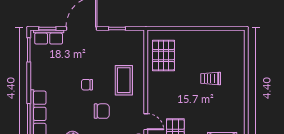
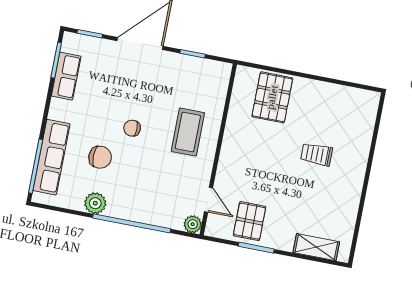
row of seats: (49, 37) -> (66, 76), moved, turned -90
pallet: (163, 55) -> (272, 97), moved
chair: (102, 111) -> (100, 157), moved

